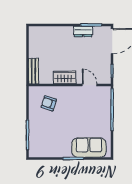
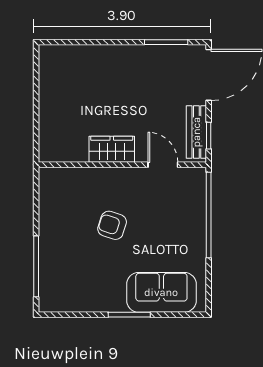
dresser: (83, 31) -> (150, 55), removed
bench: (34, 71) -> (196, 132), moved
armchair: (49, 103) -> (112, 225), moved

